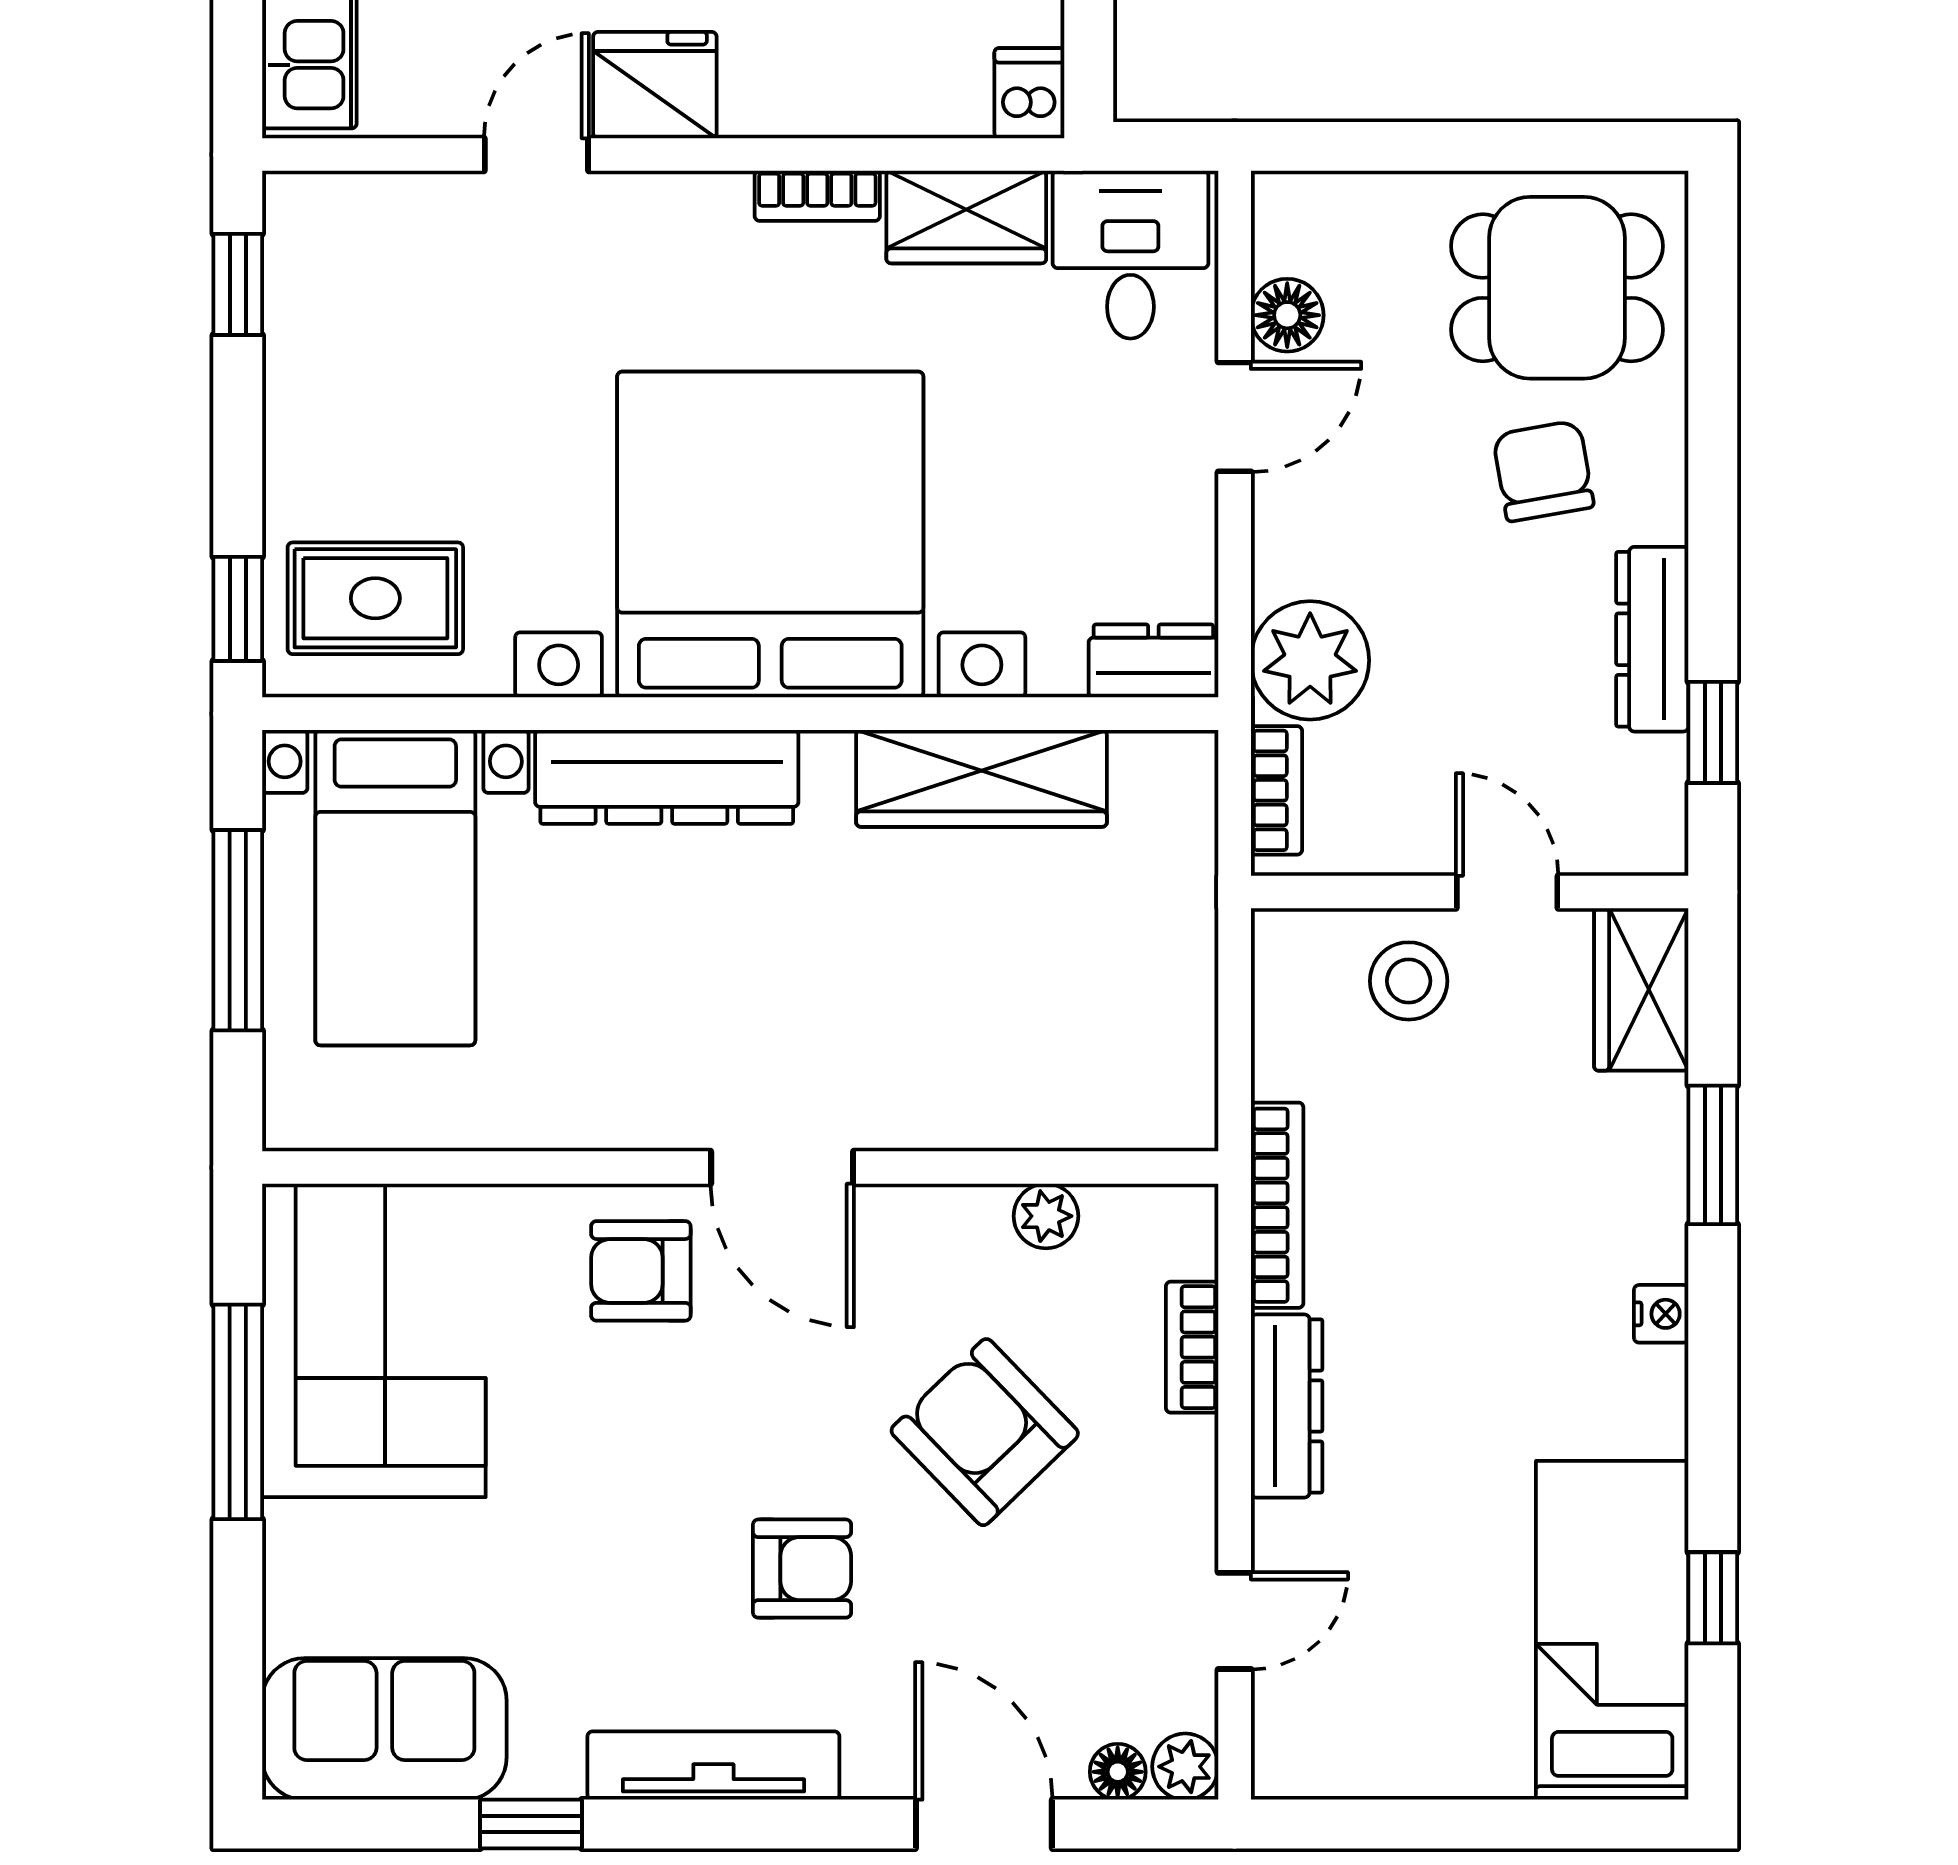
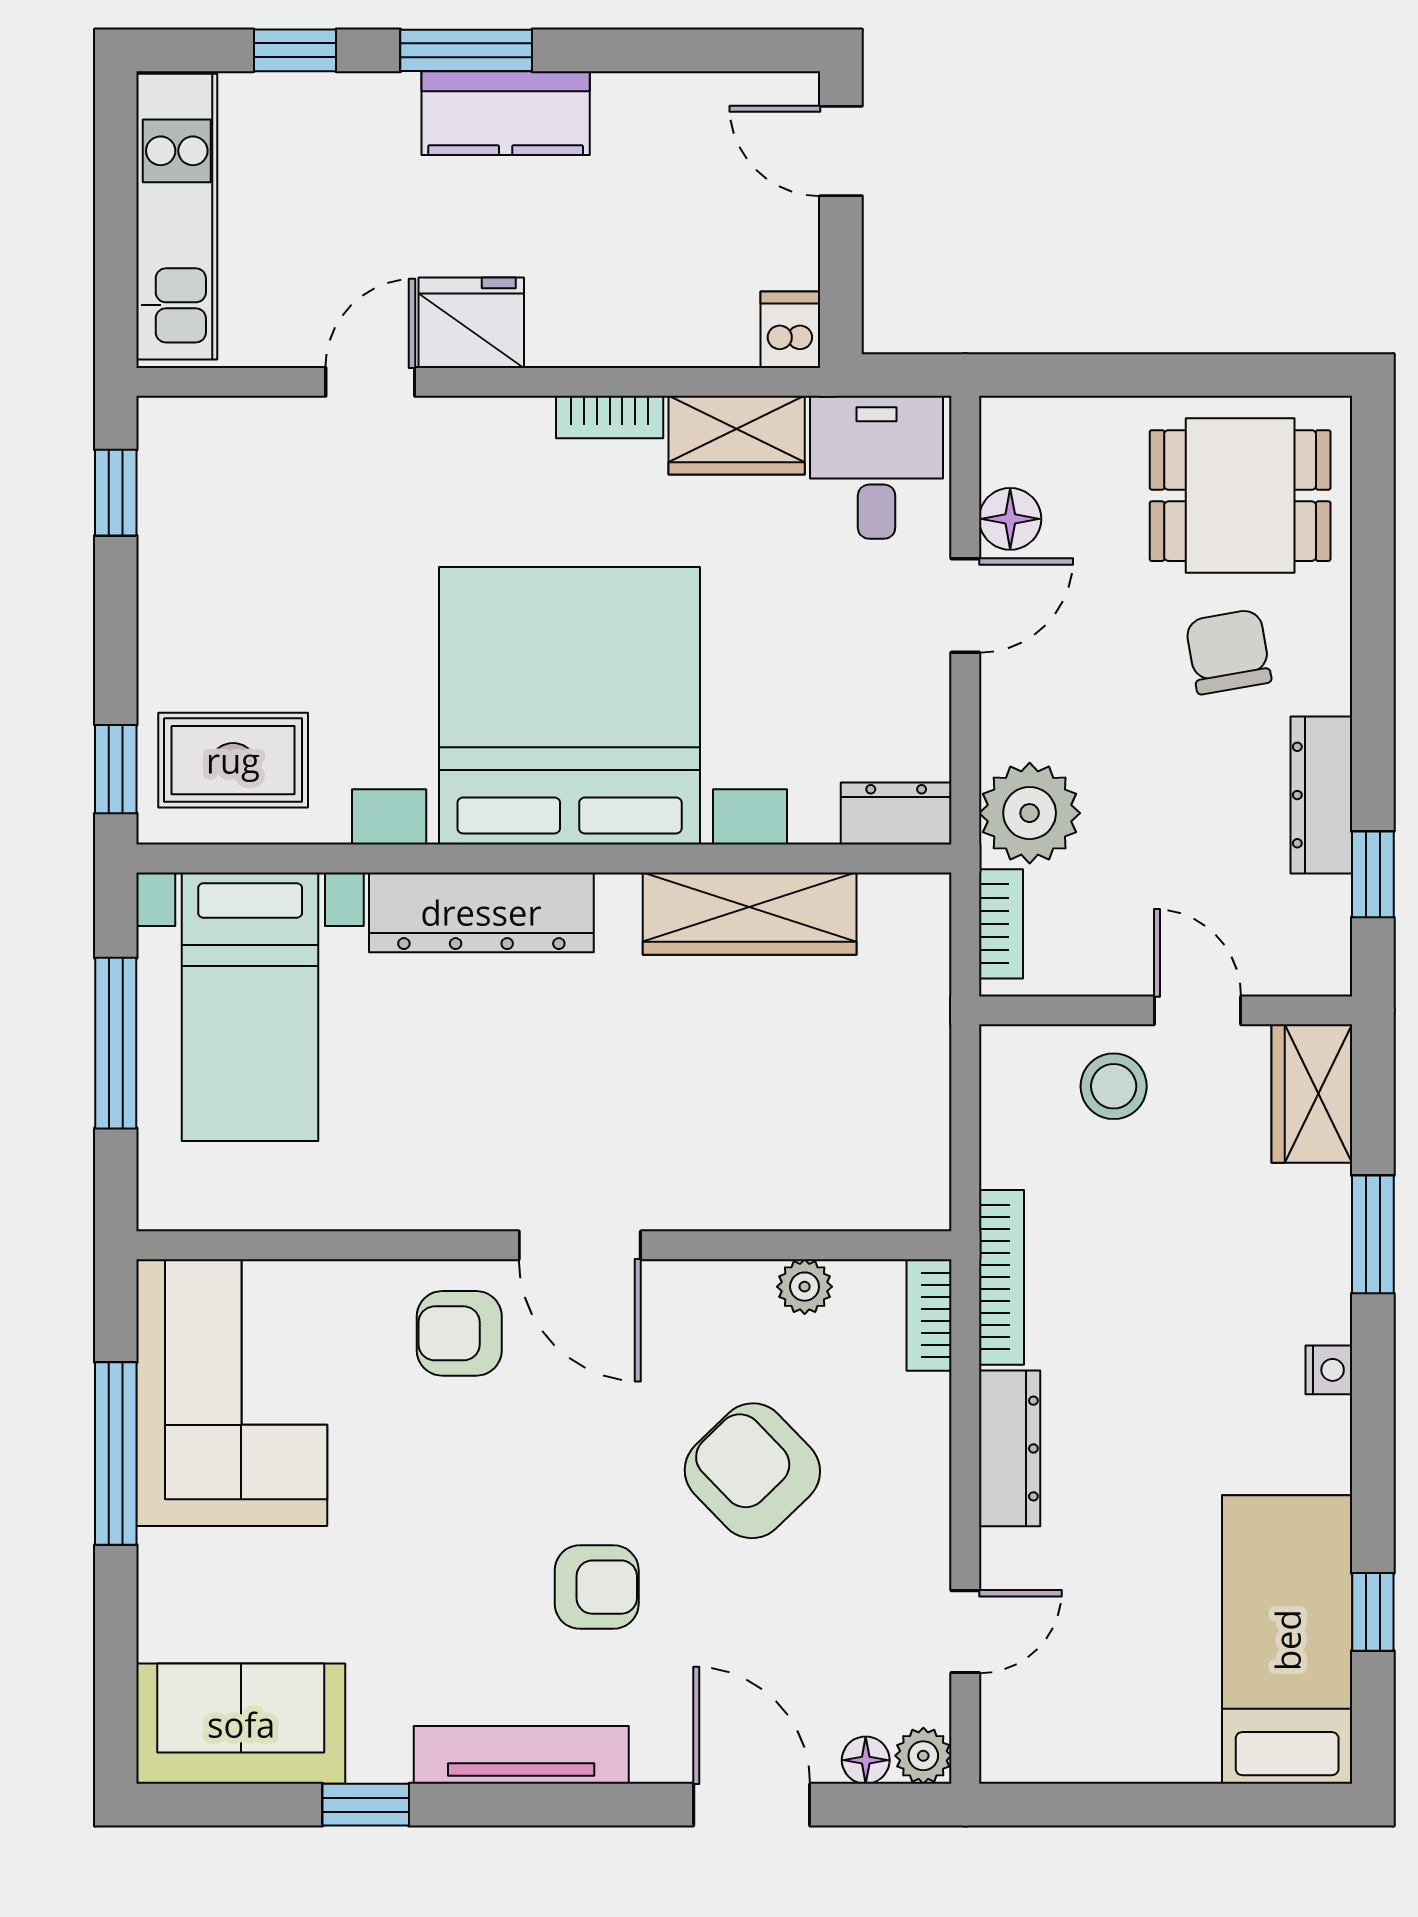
bookcase: (1192, 1347) -> (929, 1315), moved

